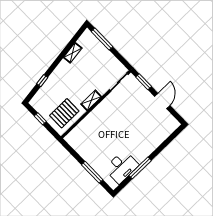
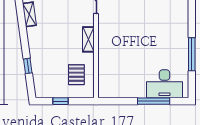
pallet: (64, 113) -> (76, 75), width x0.67, depth x0.71
desk: (122, 167) -> (164, 84), moved, turned 90

